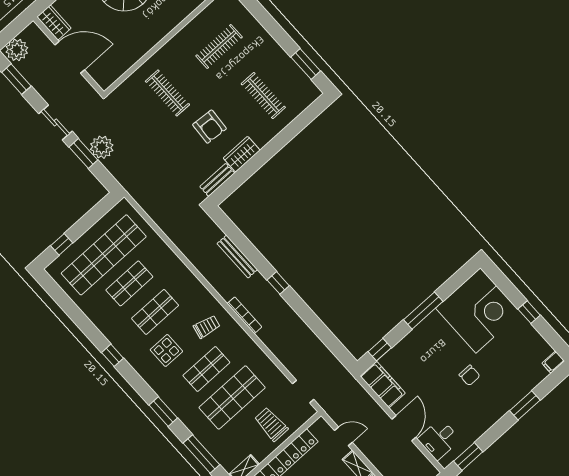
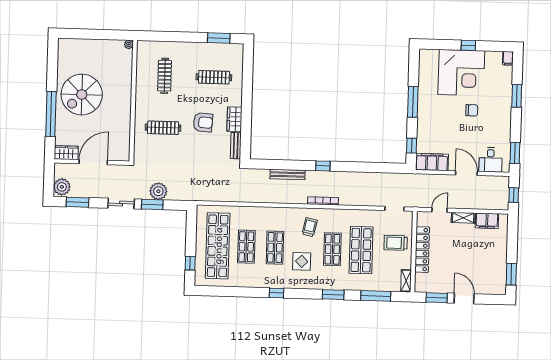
corner desk: (478, 310) -> (461, 73), moved, turned 90

